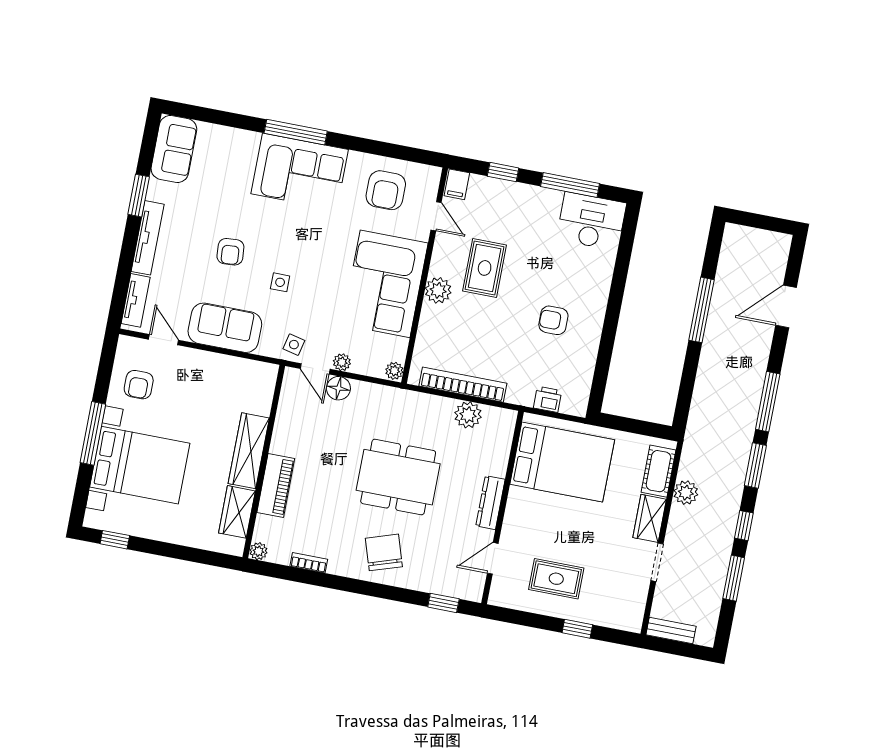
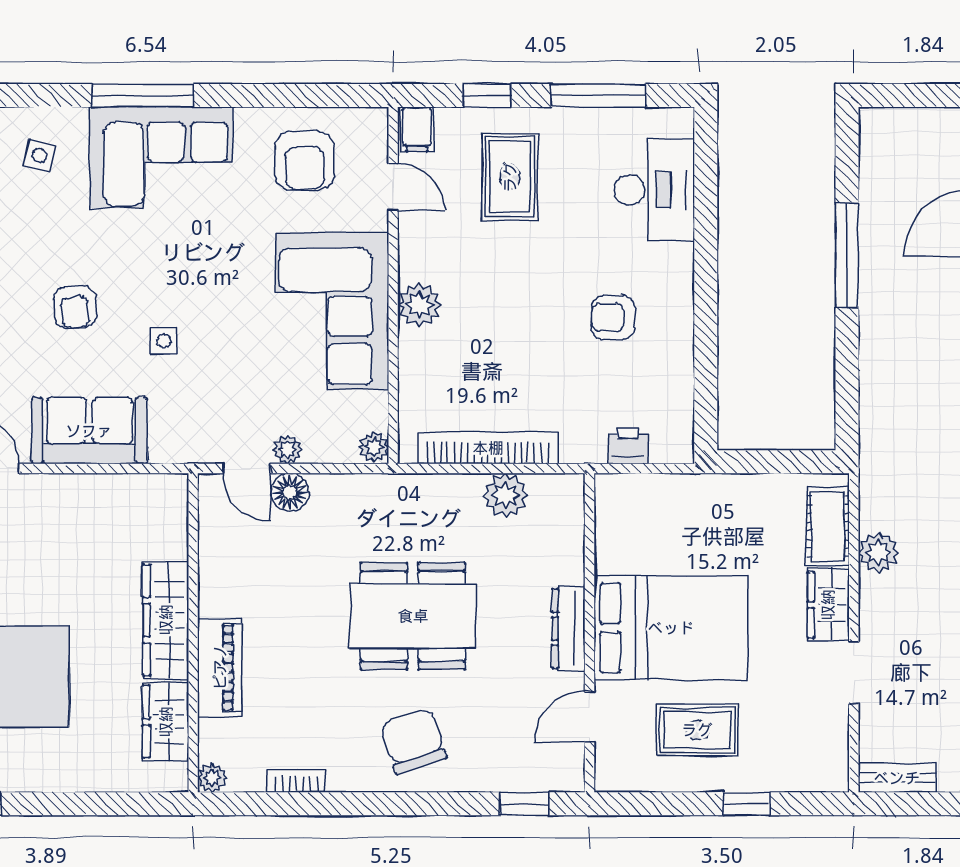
desk: (591, 221) -> (654, 190), moved, turned 90
rug: (485, 268) -> (510, 177), moved
side table: (294, 345) -> (39, 155), moved
bed: (562, 462) -> (671, 628), moved

